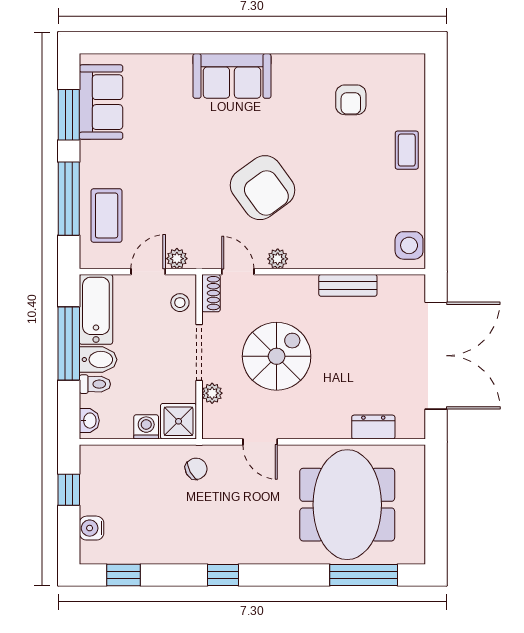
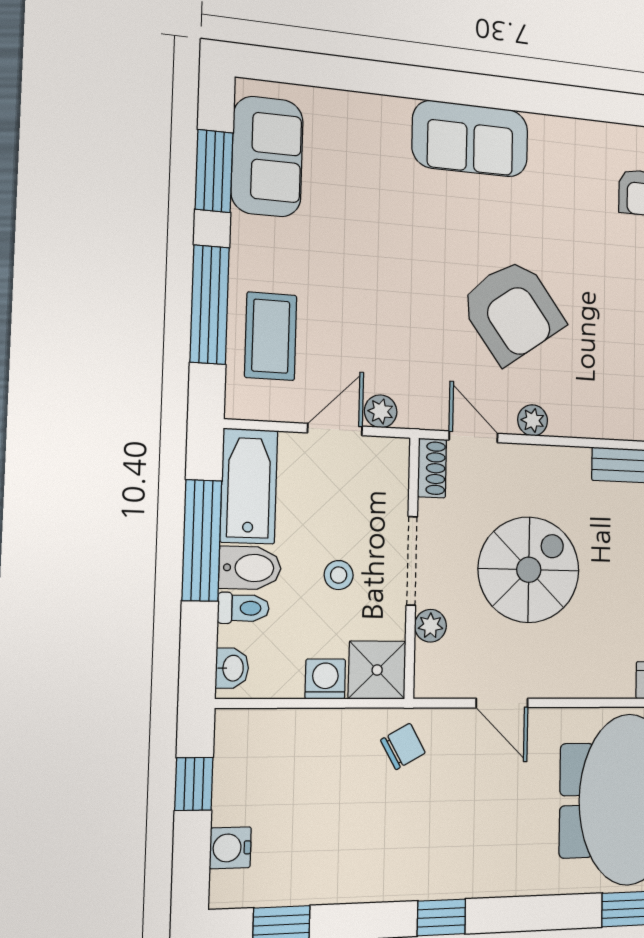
stool: (180, 303) -> (339, 575), moved

